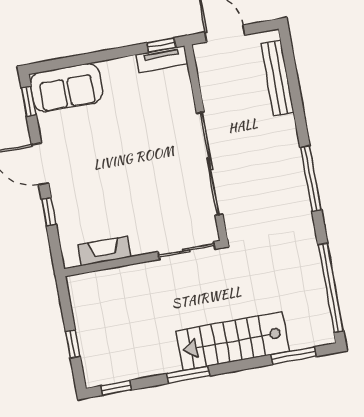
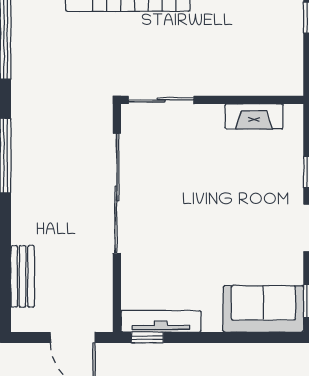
tv unit: (162, 59) -> (161, 321), width x1.41
bench: (277, 78) -> (23, 276), width x0.73

